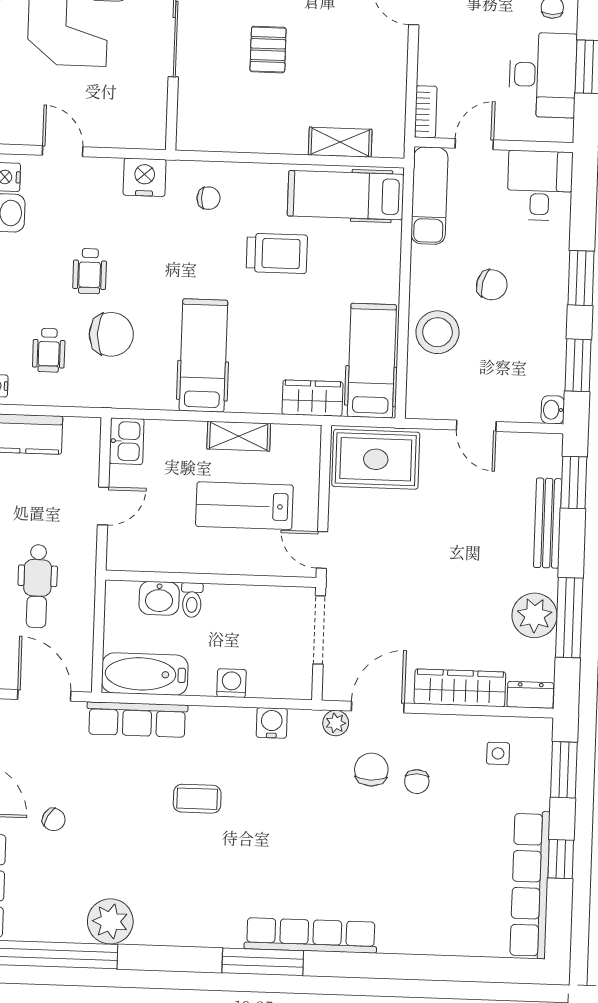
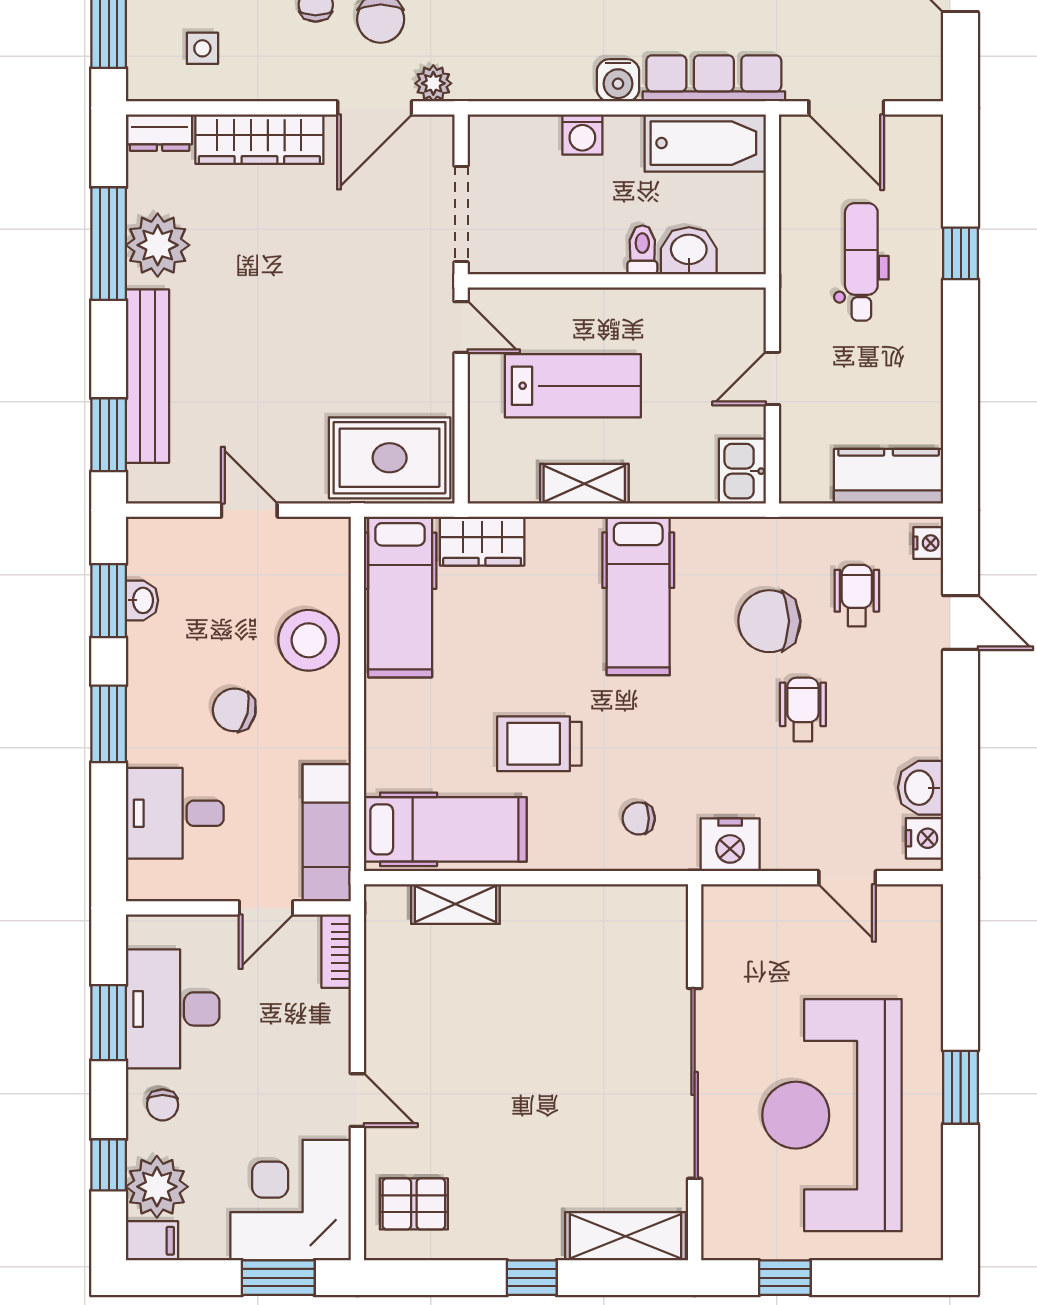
pallet: (268, 50) -> (562, 1031), removed
desk: (540, 186) -> (175, 813), moved, turned 90
washbasin: (553, 410) -> (142, 600), moved
bench: (548, 523) -> (148, 376), width x1.37, depth x1.21
water cooler: (272, 723) -> (618, 80), moved

